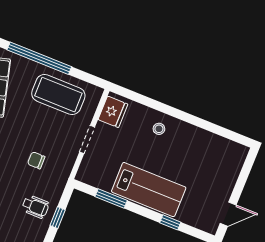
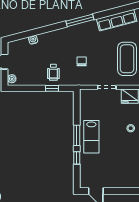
lab bench: (149, 190) -> (91, 137), width x0.73, depth x0.72
window: (111, 199) -> (77, 135), moved

